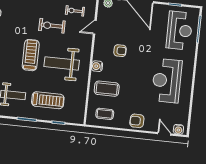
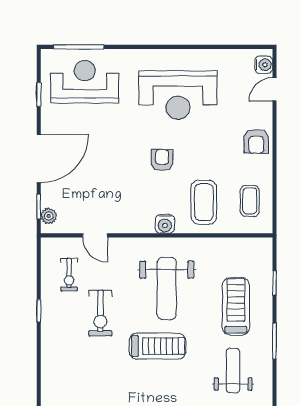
armchair: (120, 51) -> (162, 160), moved
treadmill: (31, 55) -> (157, 346), turned 180

